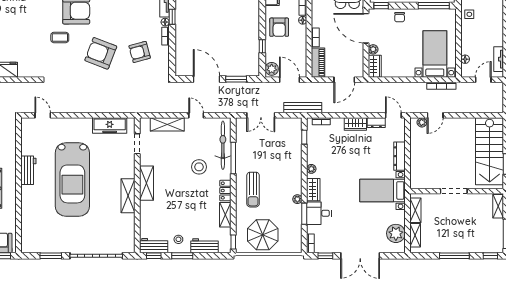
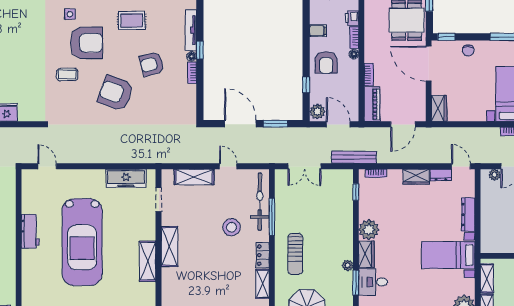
plant: (373, 49) -> (437, 89), removed
armchair: (140, 52) -> (152, 64), moved
plant: (311, 169) -> (369, 230), width x1.88, depth x1.88

